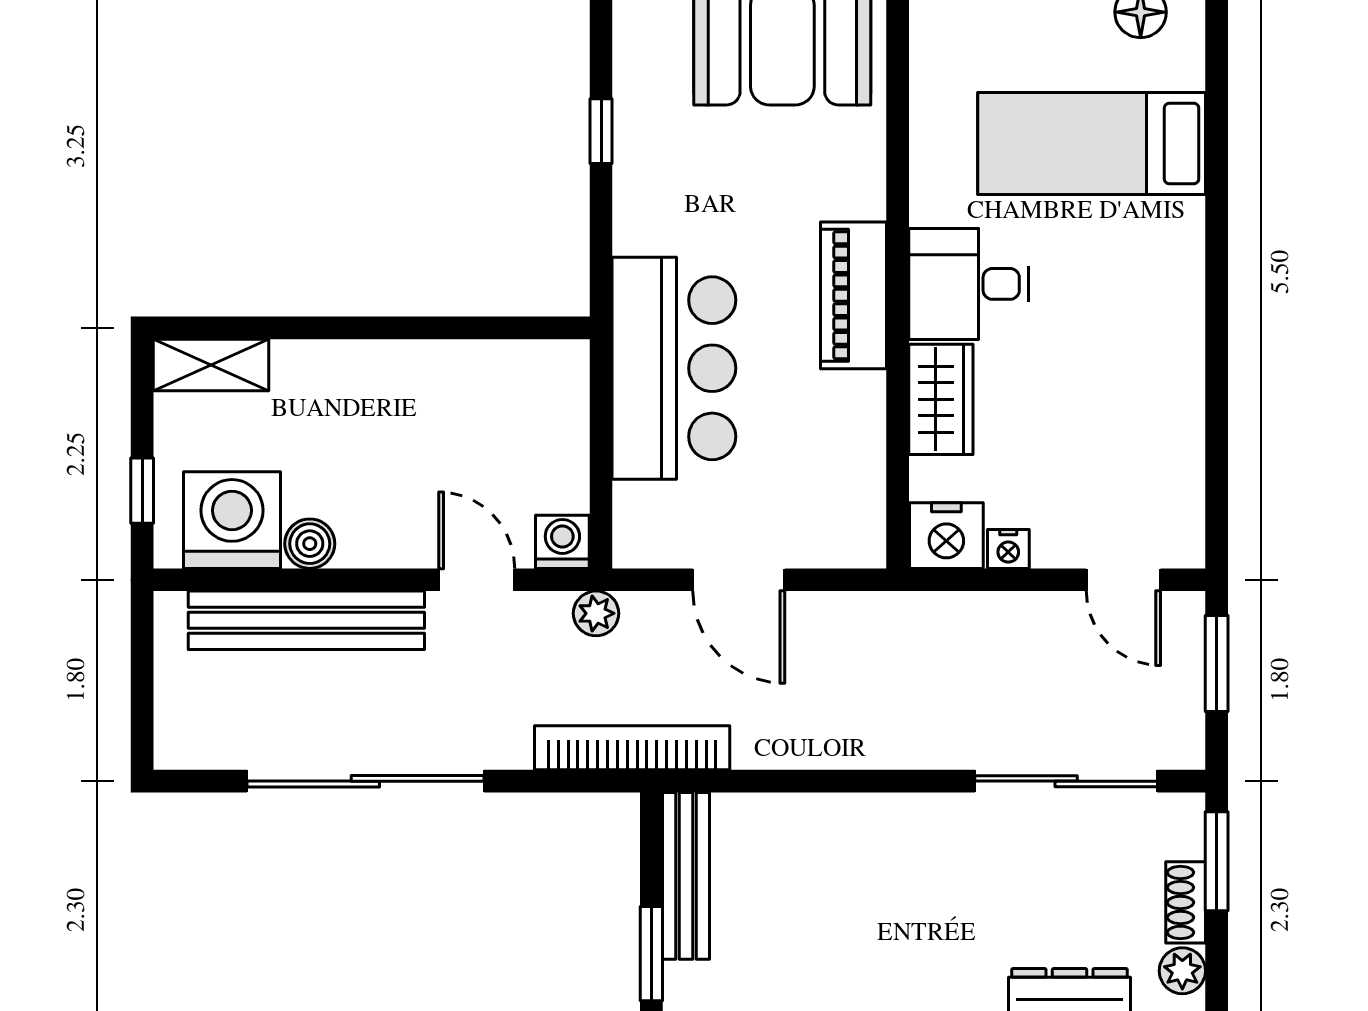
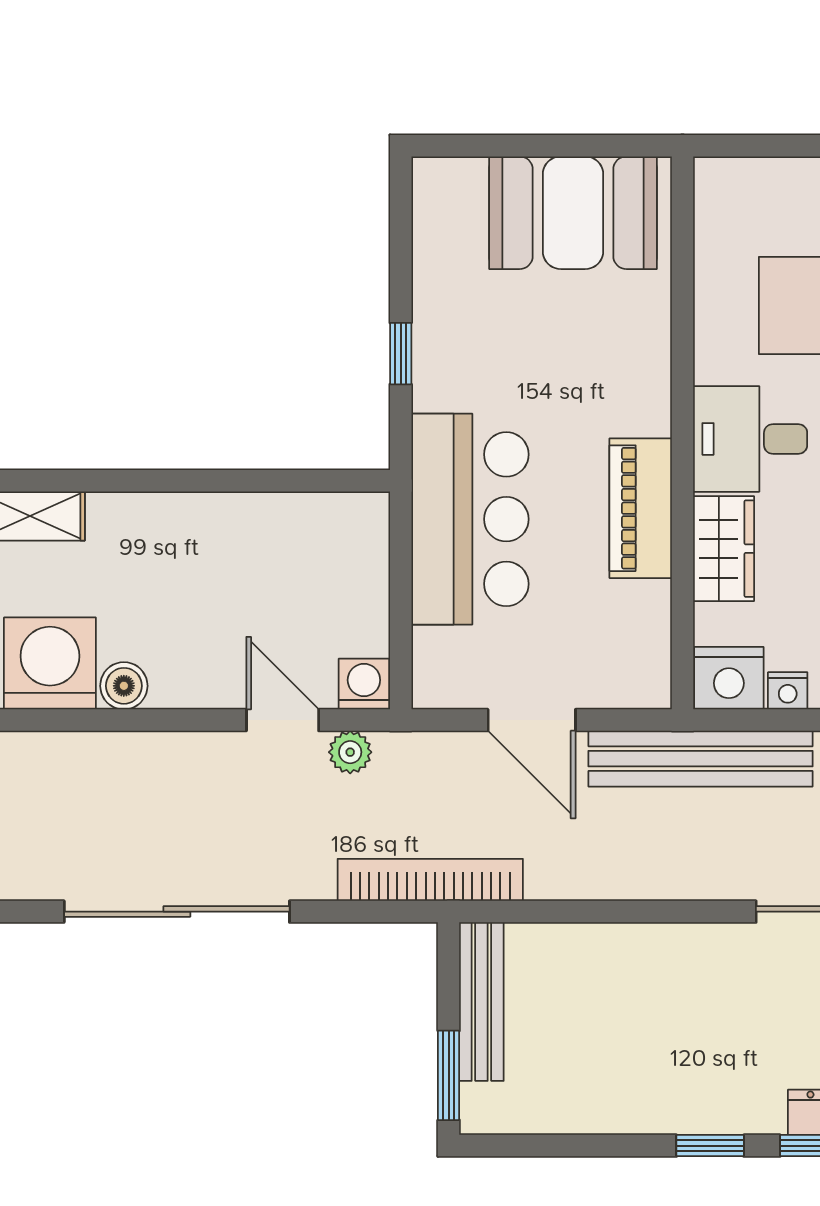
window: (601, 131) -> (401, 354), moved
piano: (854, 295) -> (641, 508), moved
plant: (596, 613) -> (350, 752), moved
bench: (306, 620) -> (701, 759), moved

